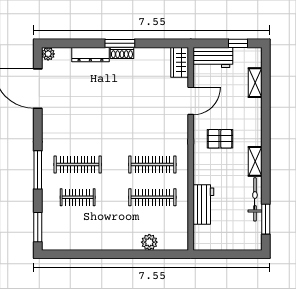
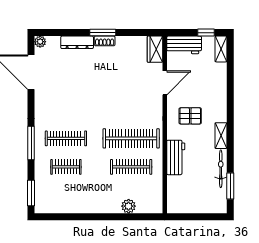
shelving: (255, 83) -> (221, 49), moved
clothes rail: (152, 165) -> (131, 138), width x1.37, depth x1.31
workbench: (203, 204) -> (176, 157), moved

